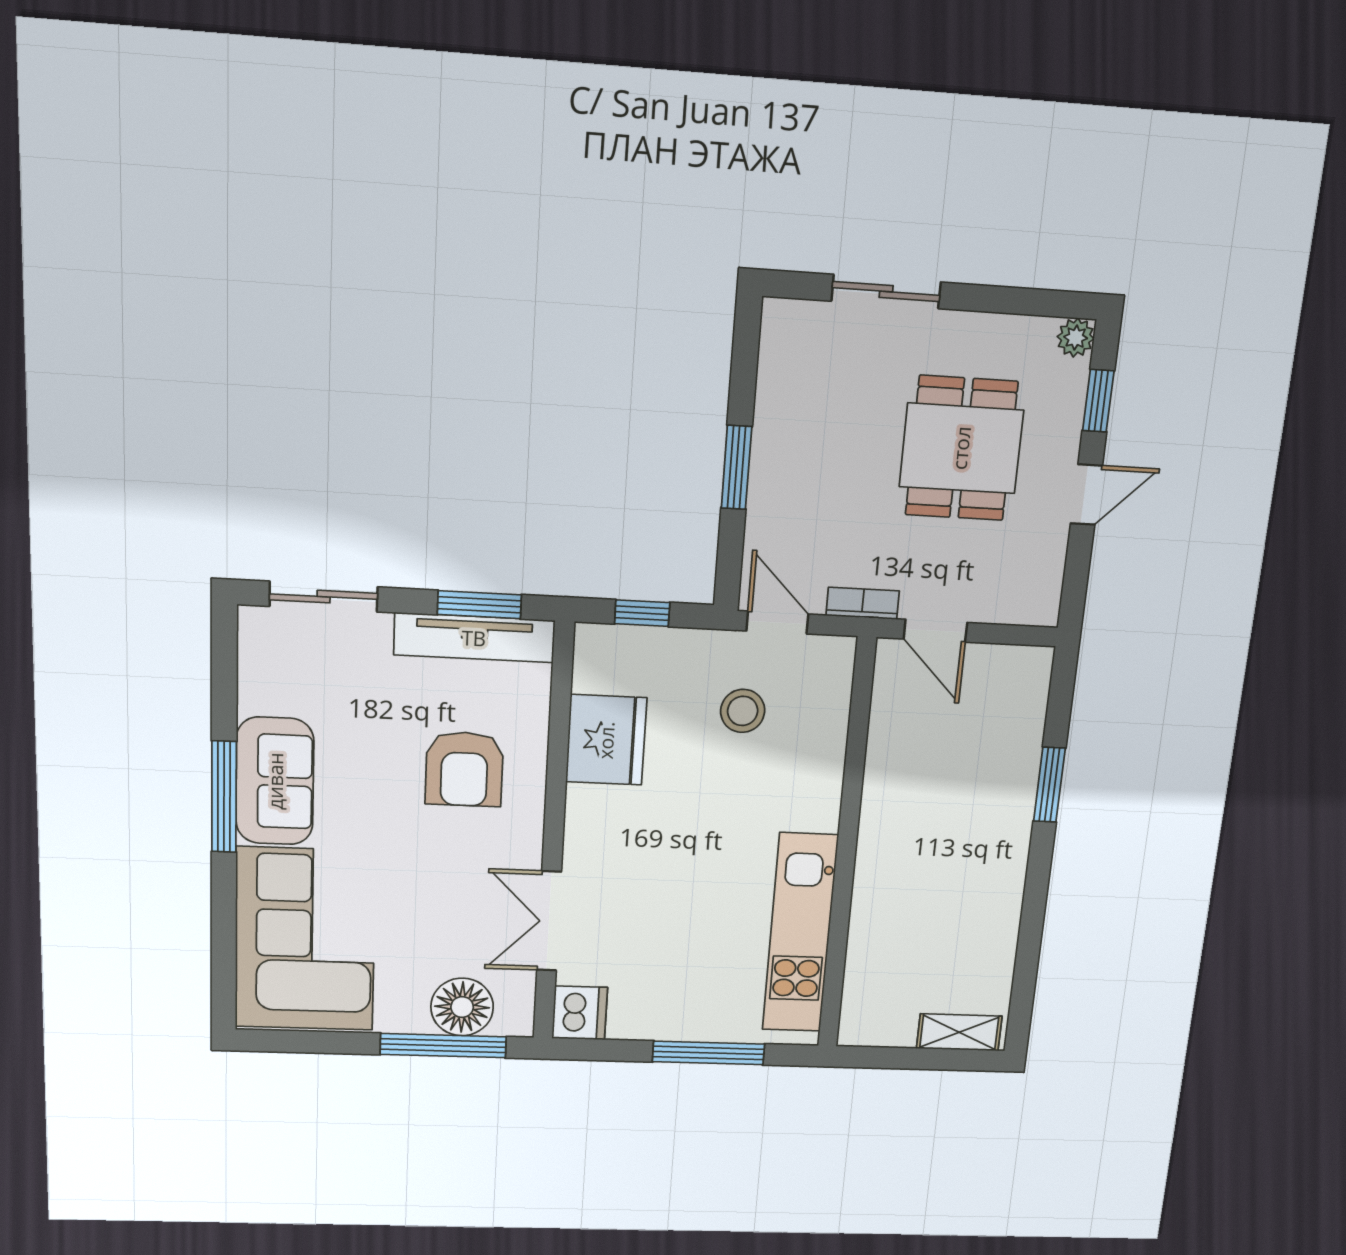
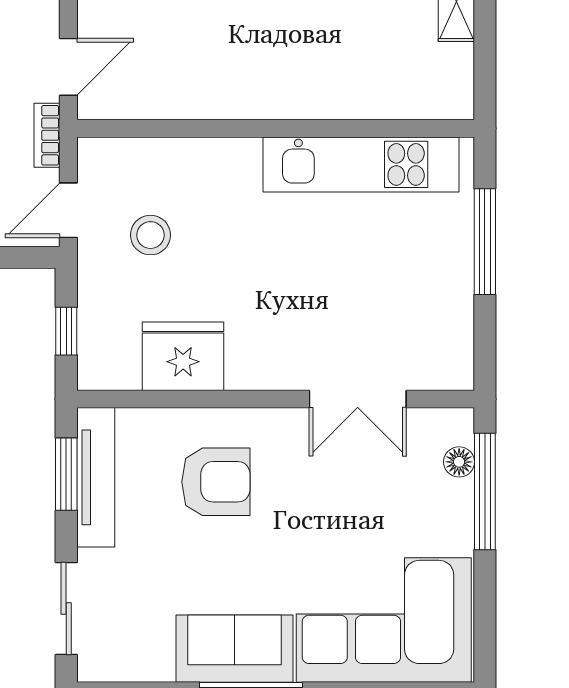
floor lamp: (462, 1007) -> (459, 462), width x0.53, depth x0.53
dishwasher: (580, 1013) -> (448, 366), removed

